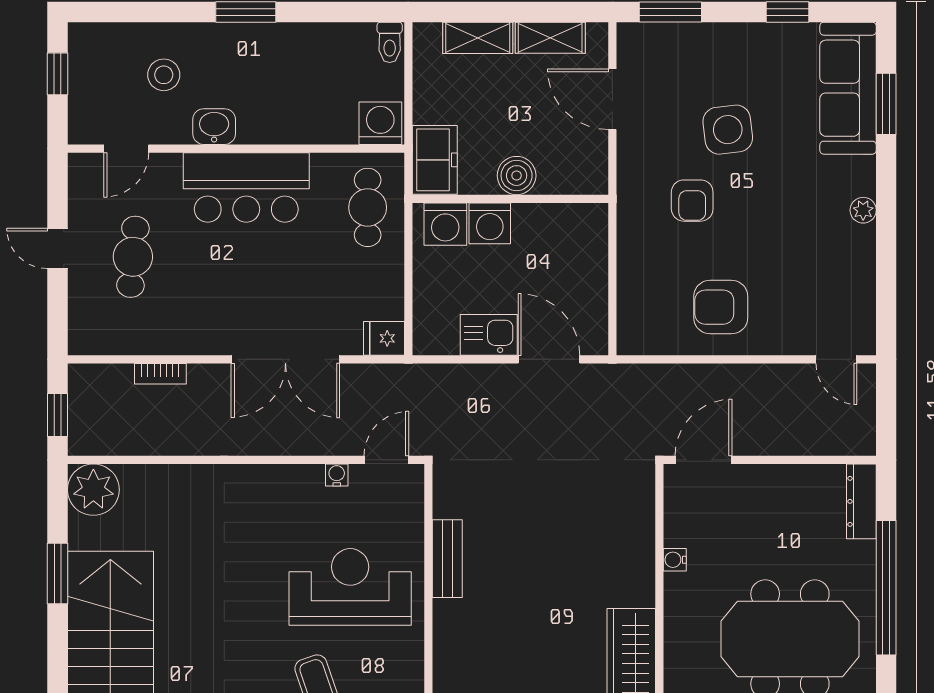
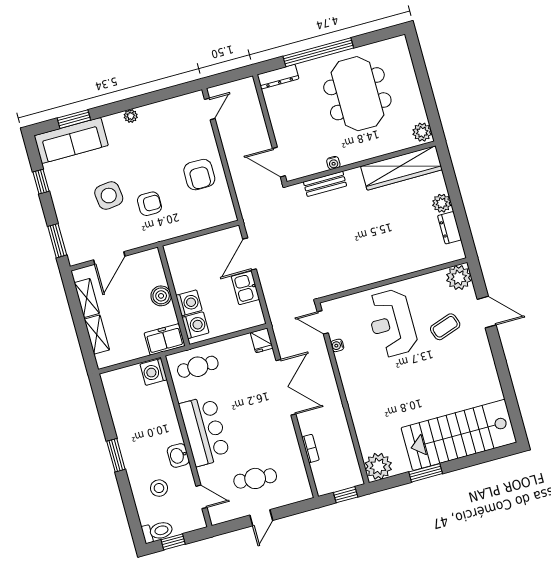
toilet: (390, 42) -> (157, 531), moved, width x1.37, depth x1.39
bench: (447, 559) -> (325, 184), moved

